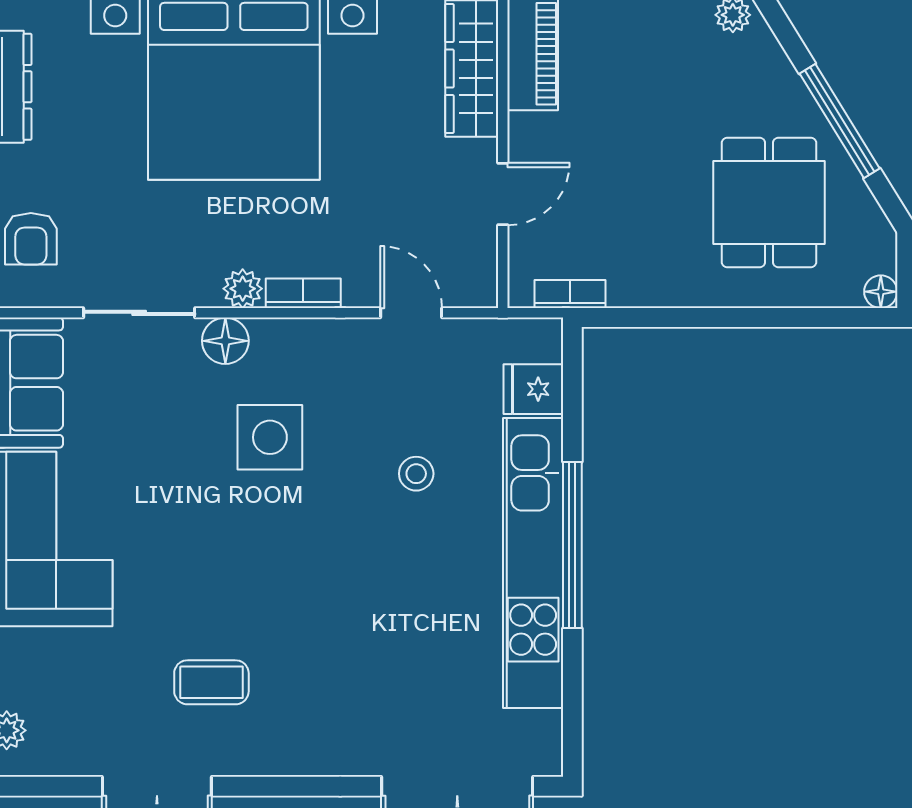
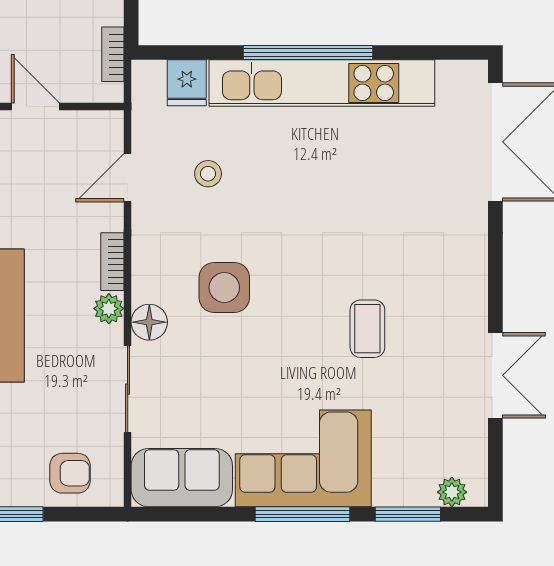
stool: (416, 474) -> (208, 174), moved
coffee table: (211, 682) -> (367, 329), moved

